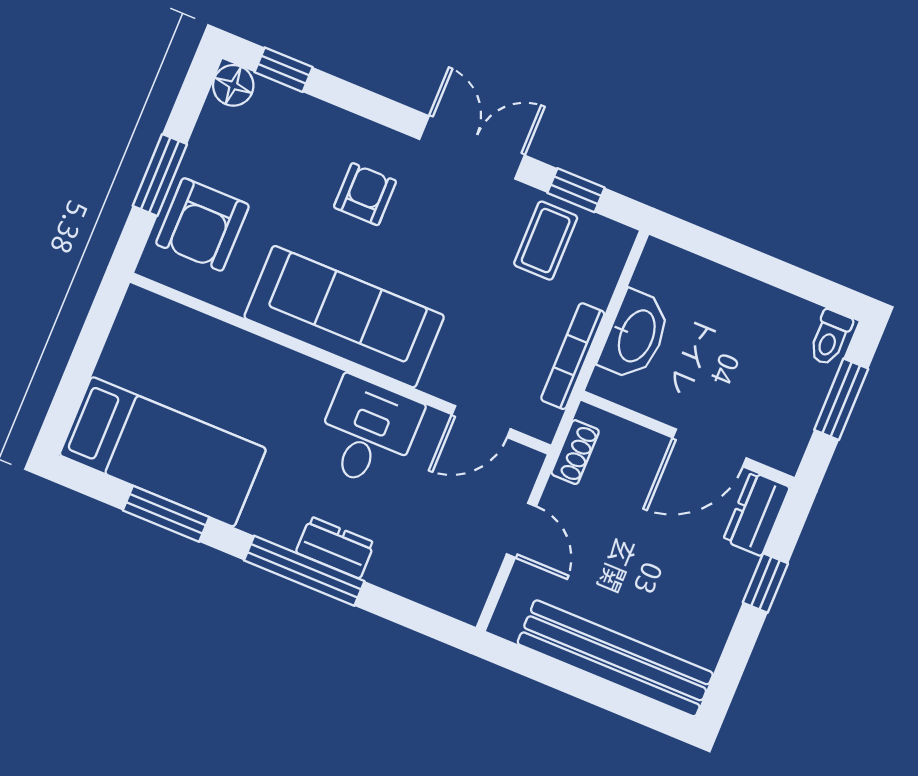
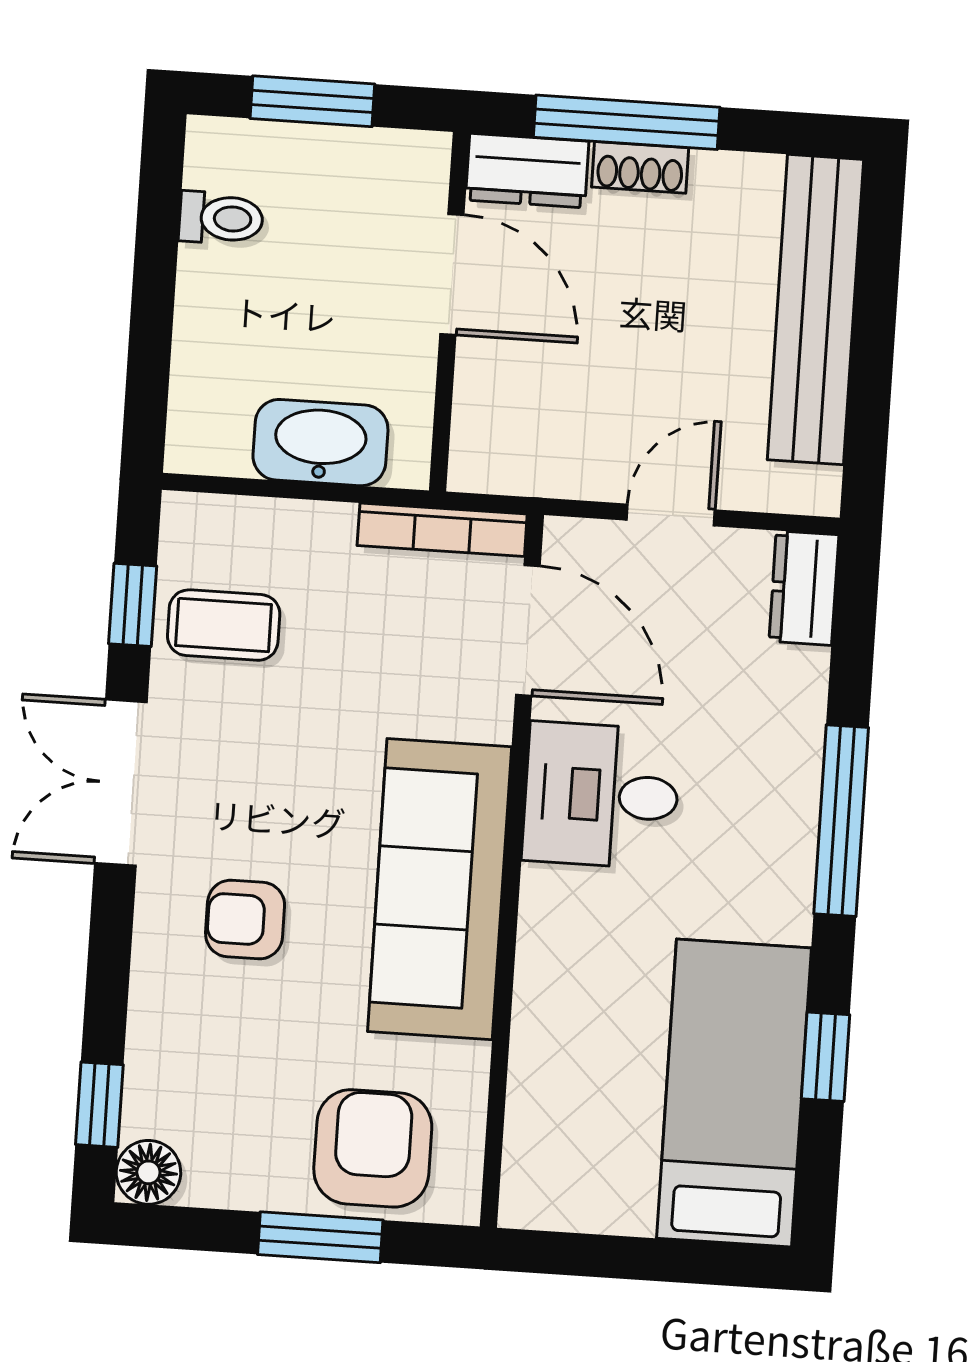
armchair: (202, 224) -> (373, 1148), turned -90
toilet: (830, 338) -> (221, 218), moved
bookcase: (573, 356) -> (442, 530), moved
door: (481, 422) -> (528, 630), width x1.38
shoe rack: (575, 452) -> (640, 167), moved, turned 180
window: (166, 514) -> (825, 1057), width x0.67
dresser: (335, 548) -> (804, 588), moved
window: (765, 583) -> (627, 122), width x2.17

